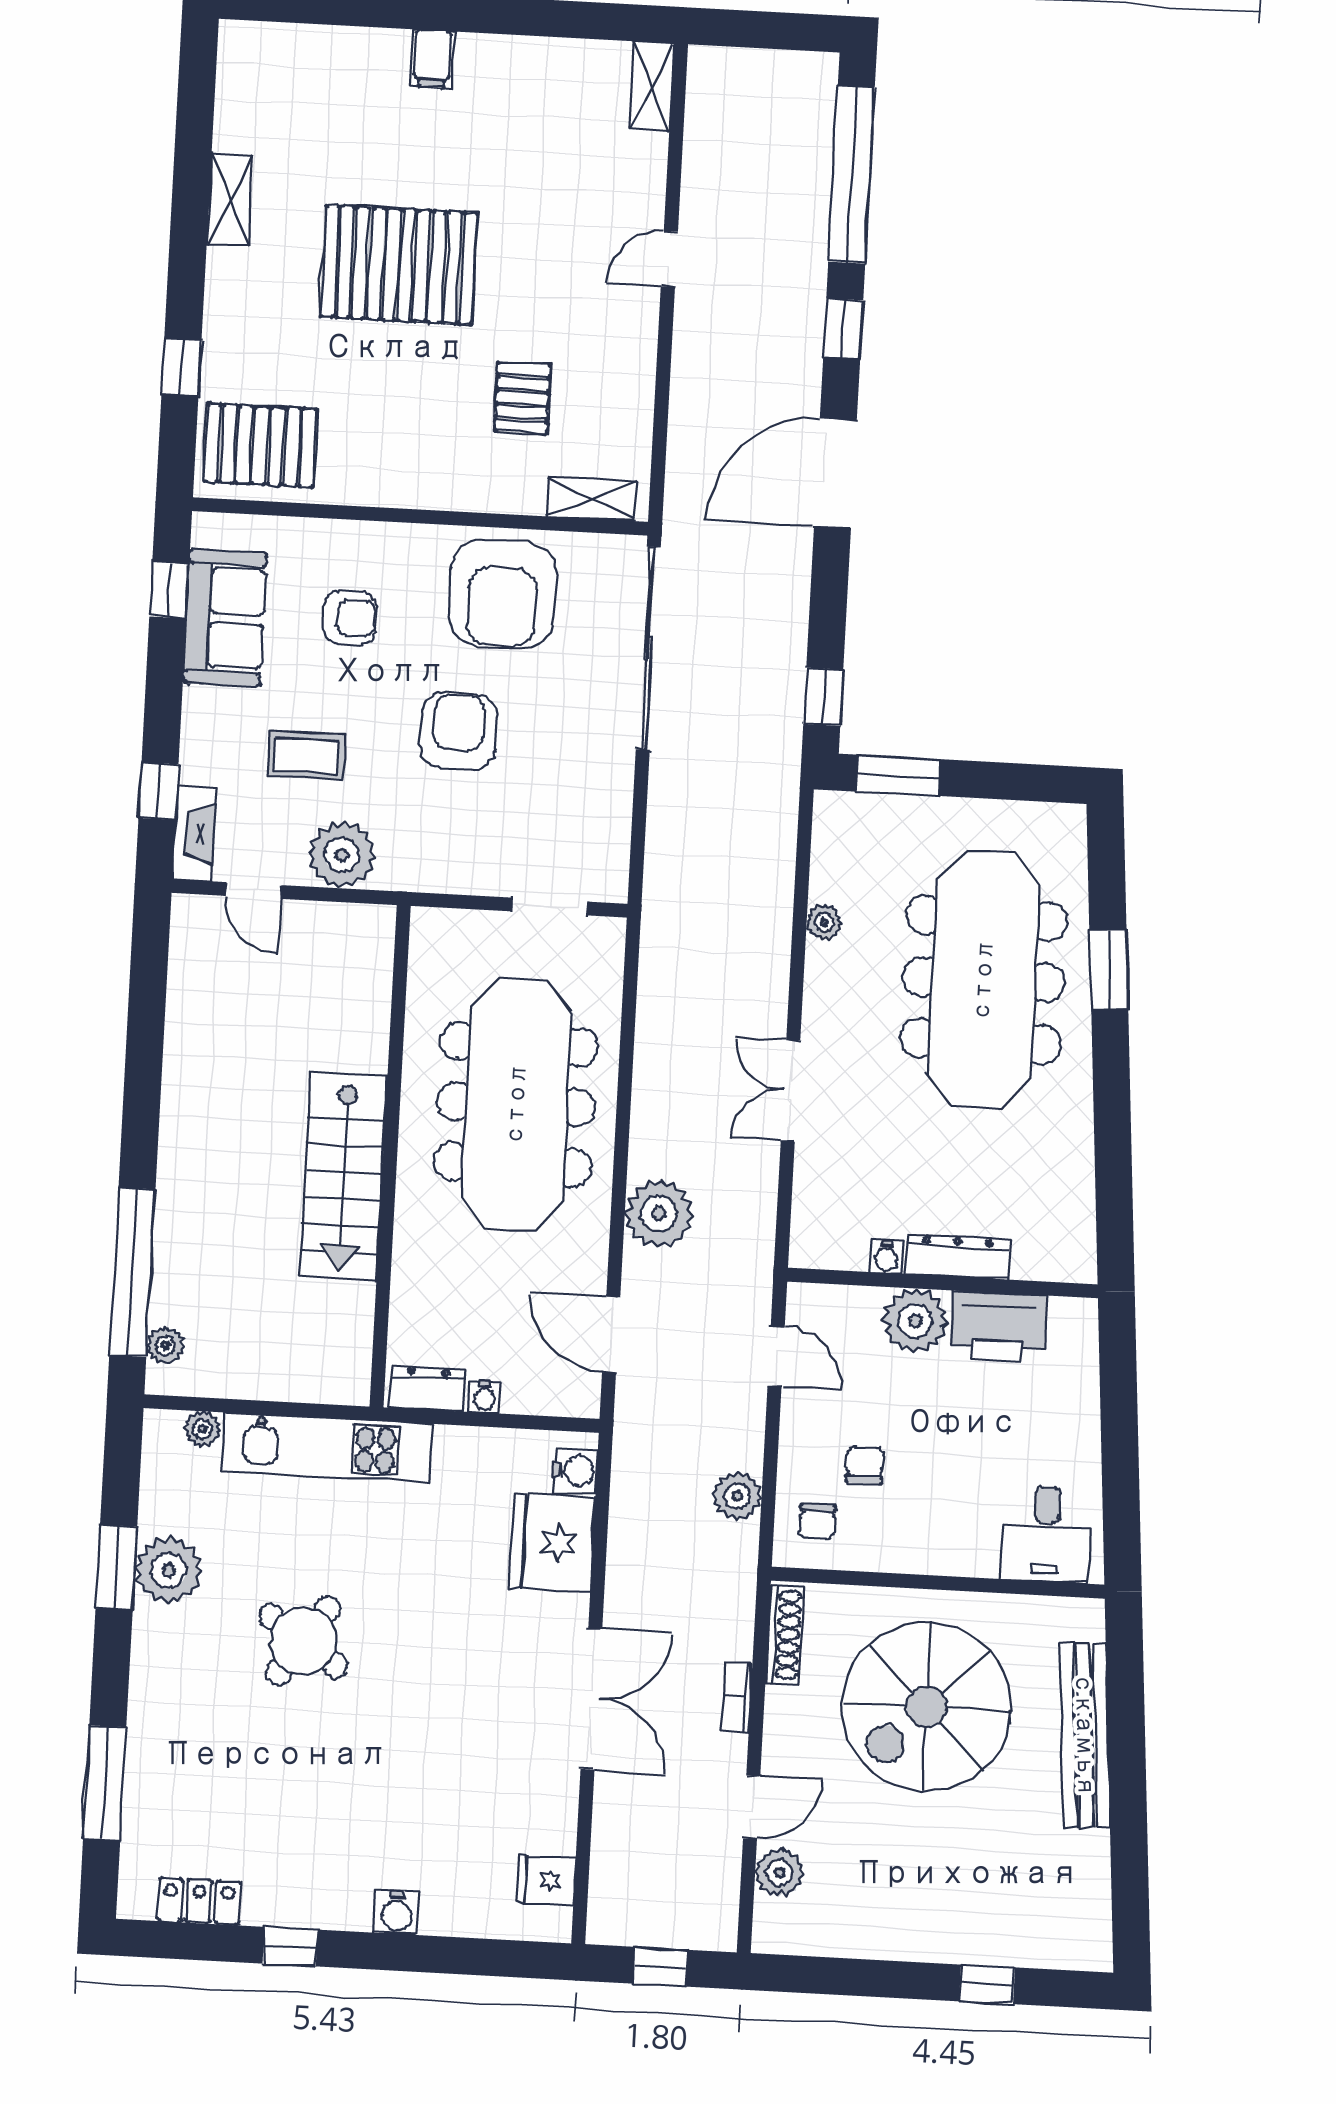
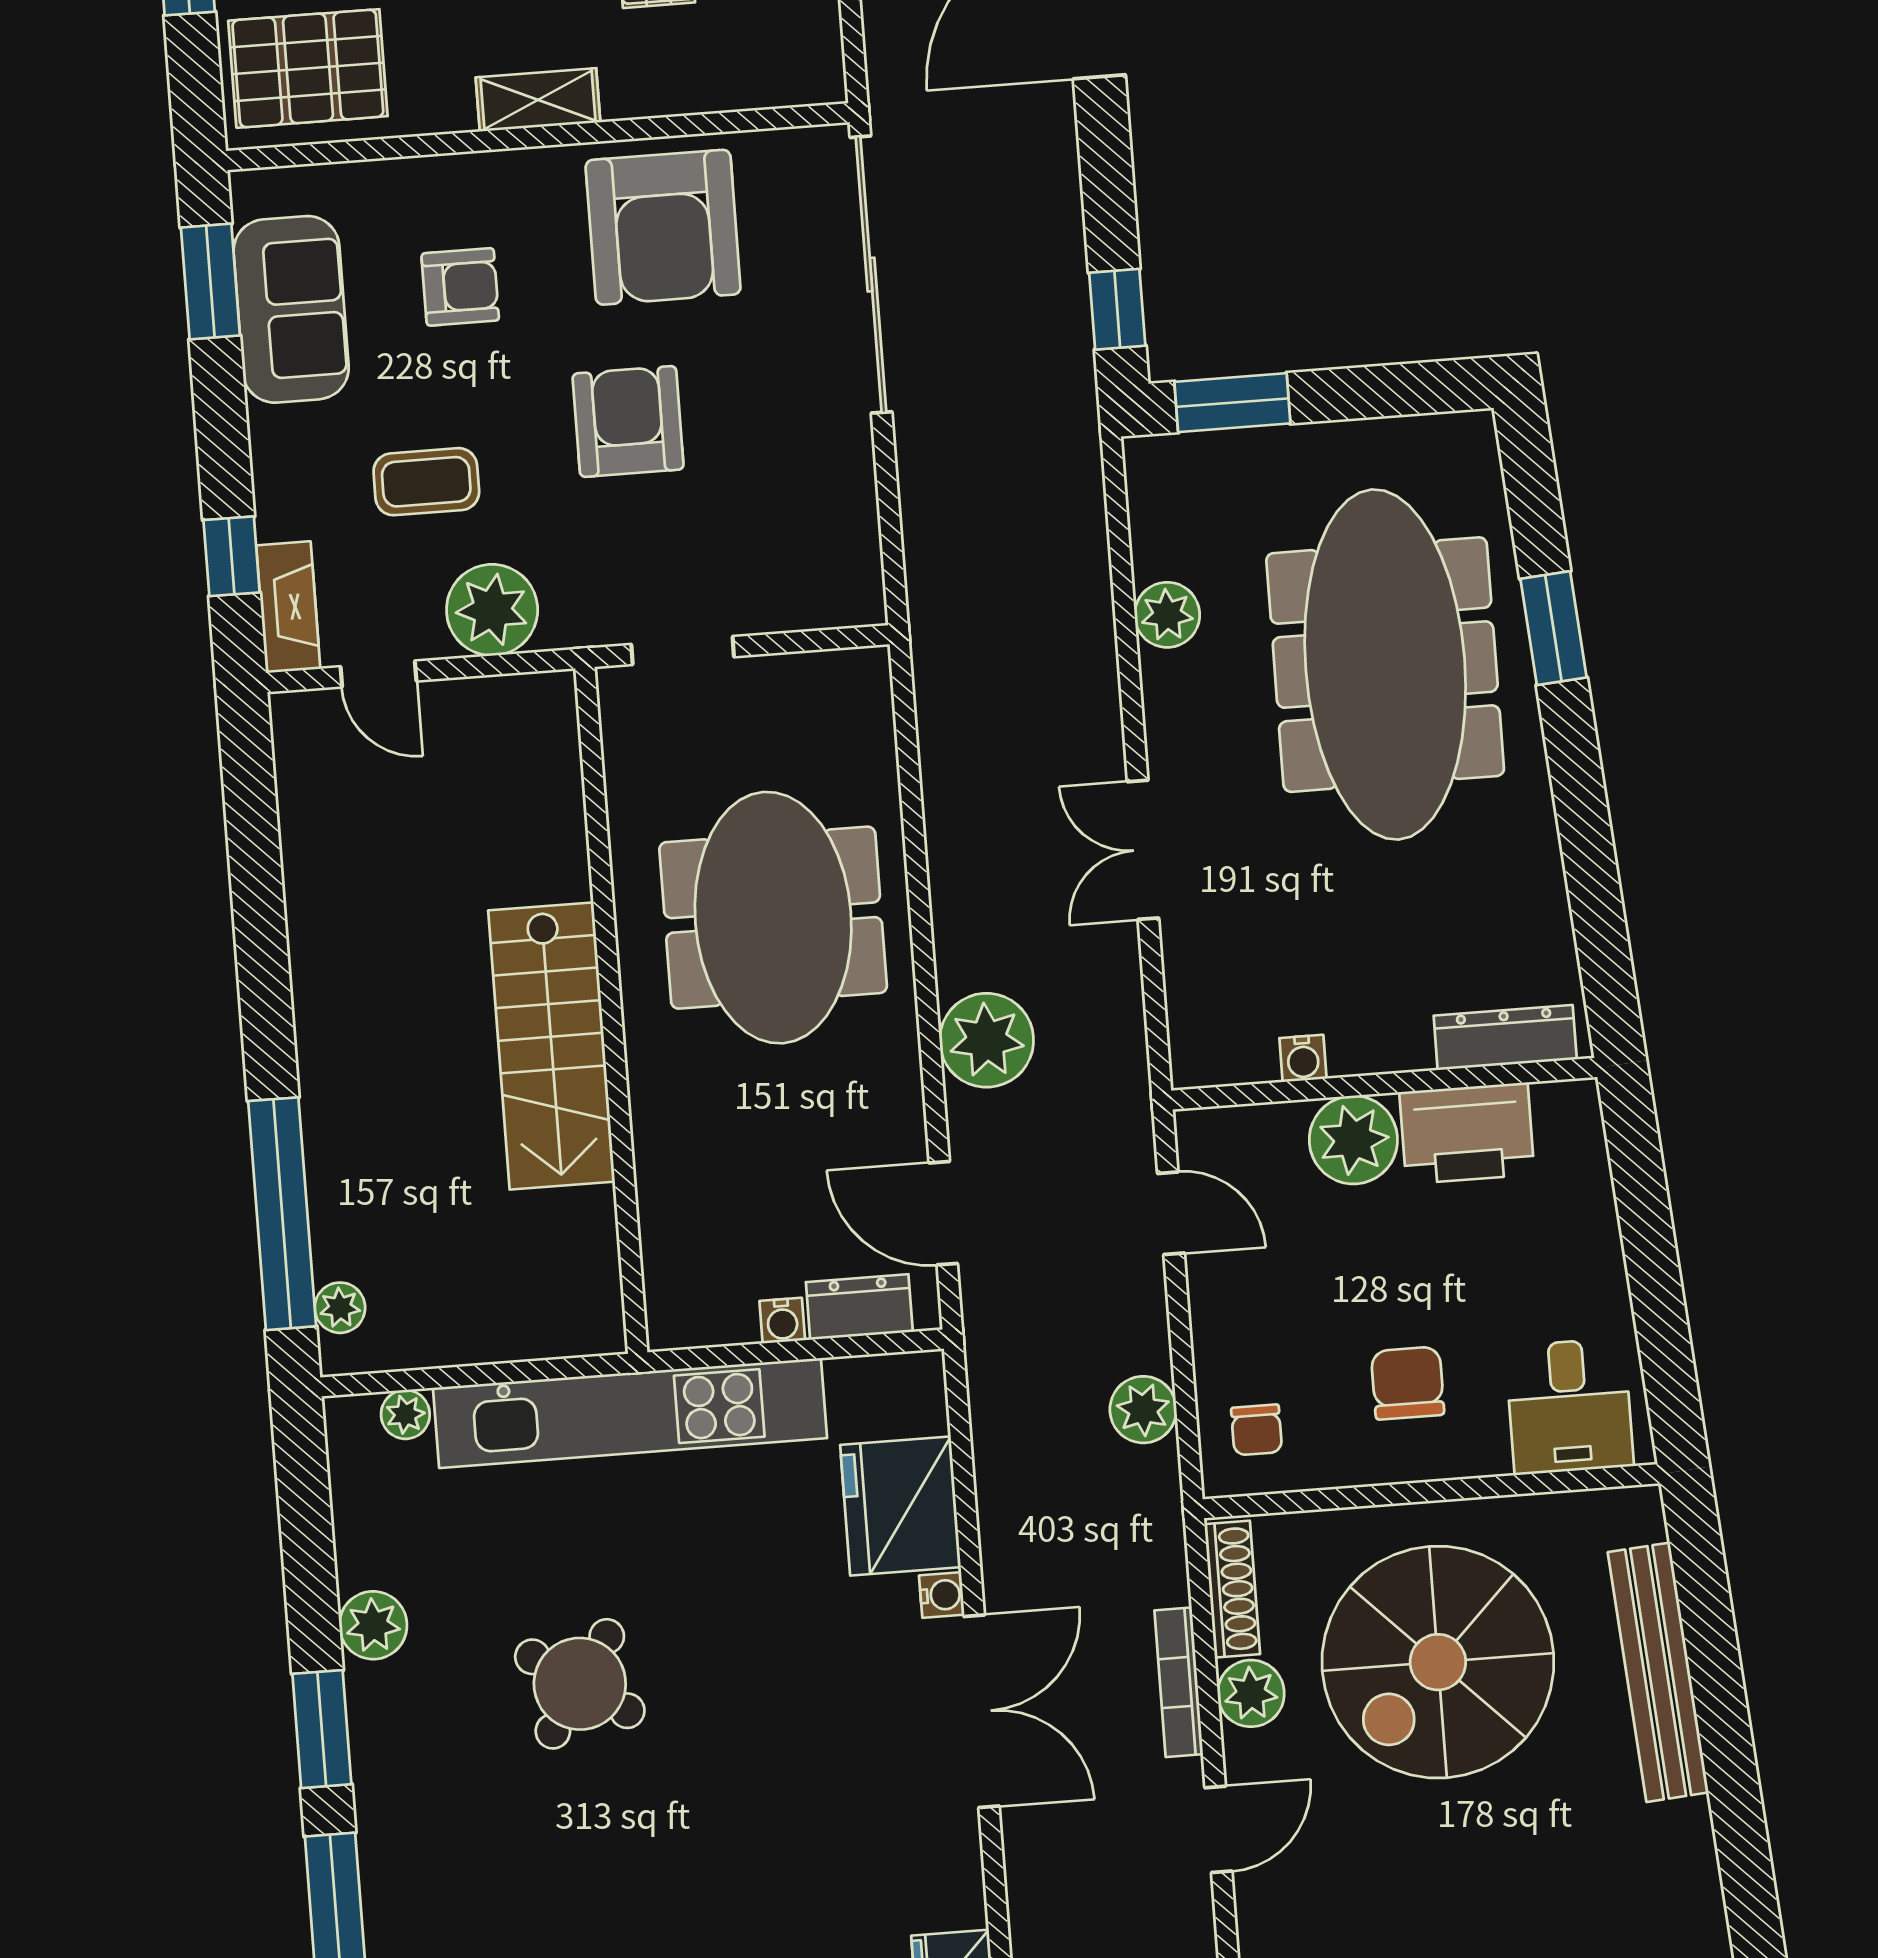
shelving: (592, 499) -> (538, 100), moved
window: (169, 590) -> (210, 281), width x1.50
doorway: (550, 906) -> (683, 651), moved
plant: (824, 922) -> (1167, 615), width x1.38, depth x1.38
meeting table: (516, 1104) -> (773, 918), width x0.73
dresser: (957, 1257) -> (1505, 1038), moved
dresser: (428, 1388) -> (859, 1307), moved
kitchen unit: (327, 1448) -> (630, 1413), width x1.36
chair: (865, 1465) -> (1408, 1383), moved, width x1.37, depth x1.37
water cooler: (575, 1471) -> (942, 1595), moved, width x0.72, depth x0.72
window: (116, 1567) -> (322, 1729), moved
plant: (169, 1570) -> (373, 1625), width x0.73, depth x0.73
bookcase: (737, 1697) -> (1179, 1682), width x1.56
plant: (779, 1873) -> (1251, 1693), moved

